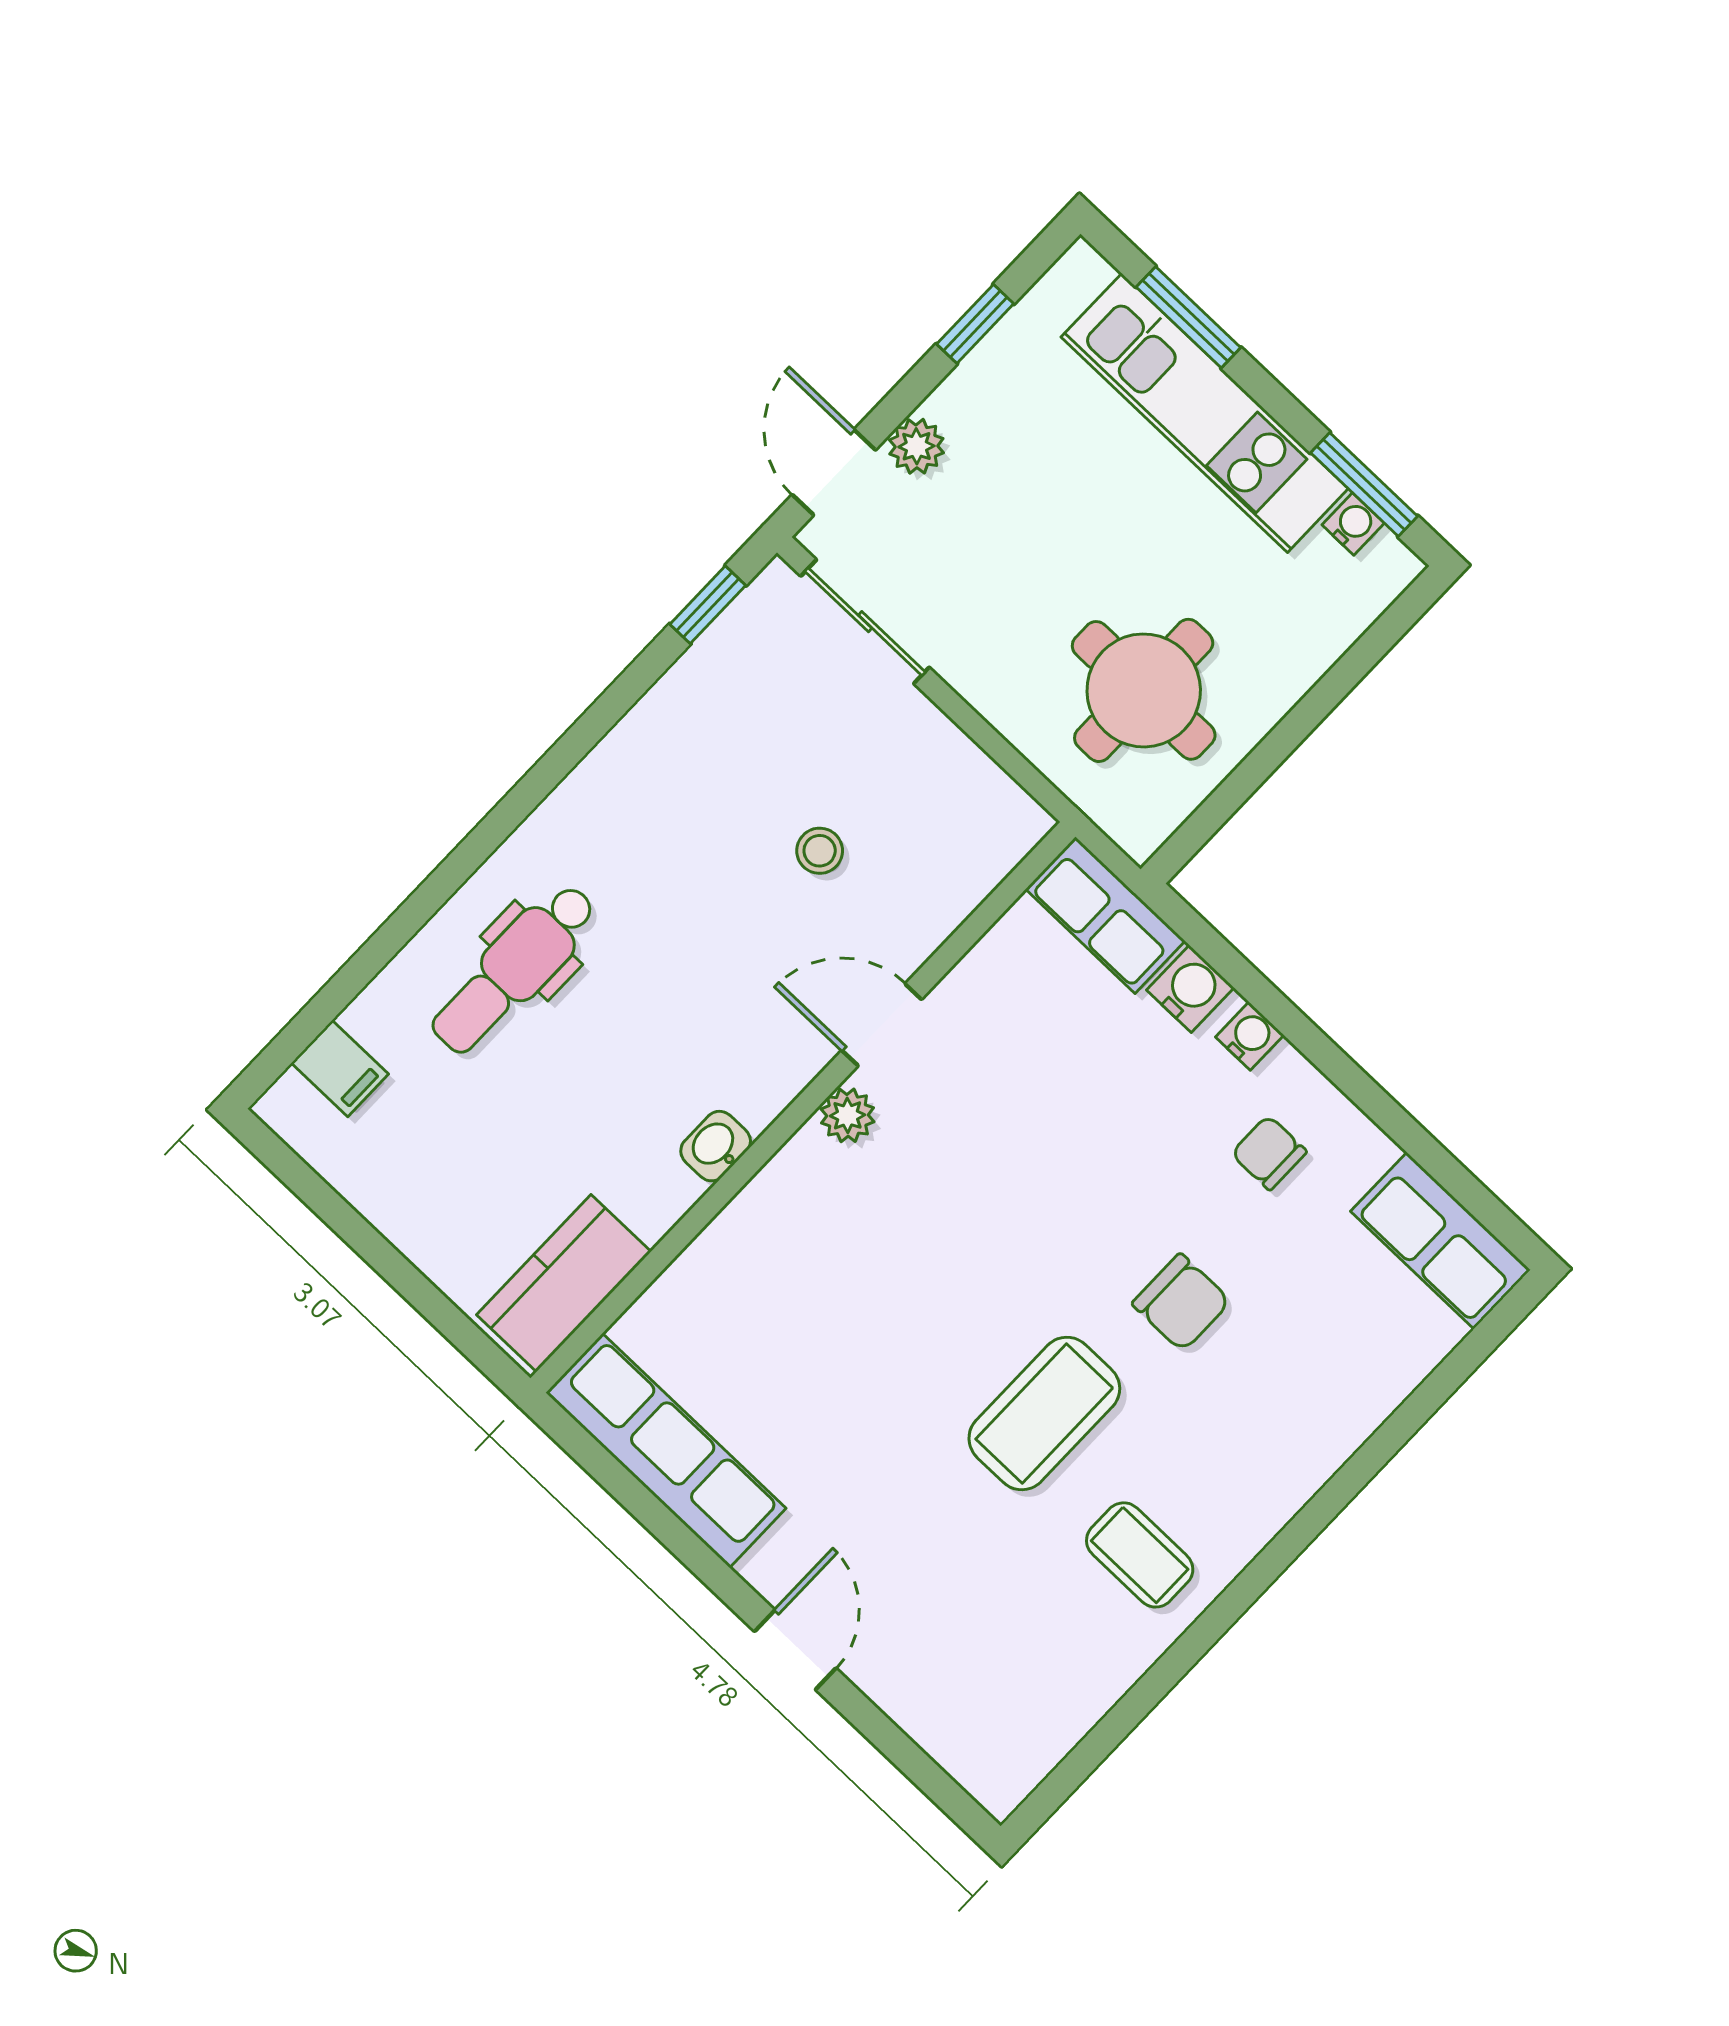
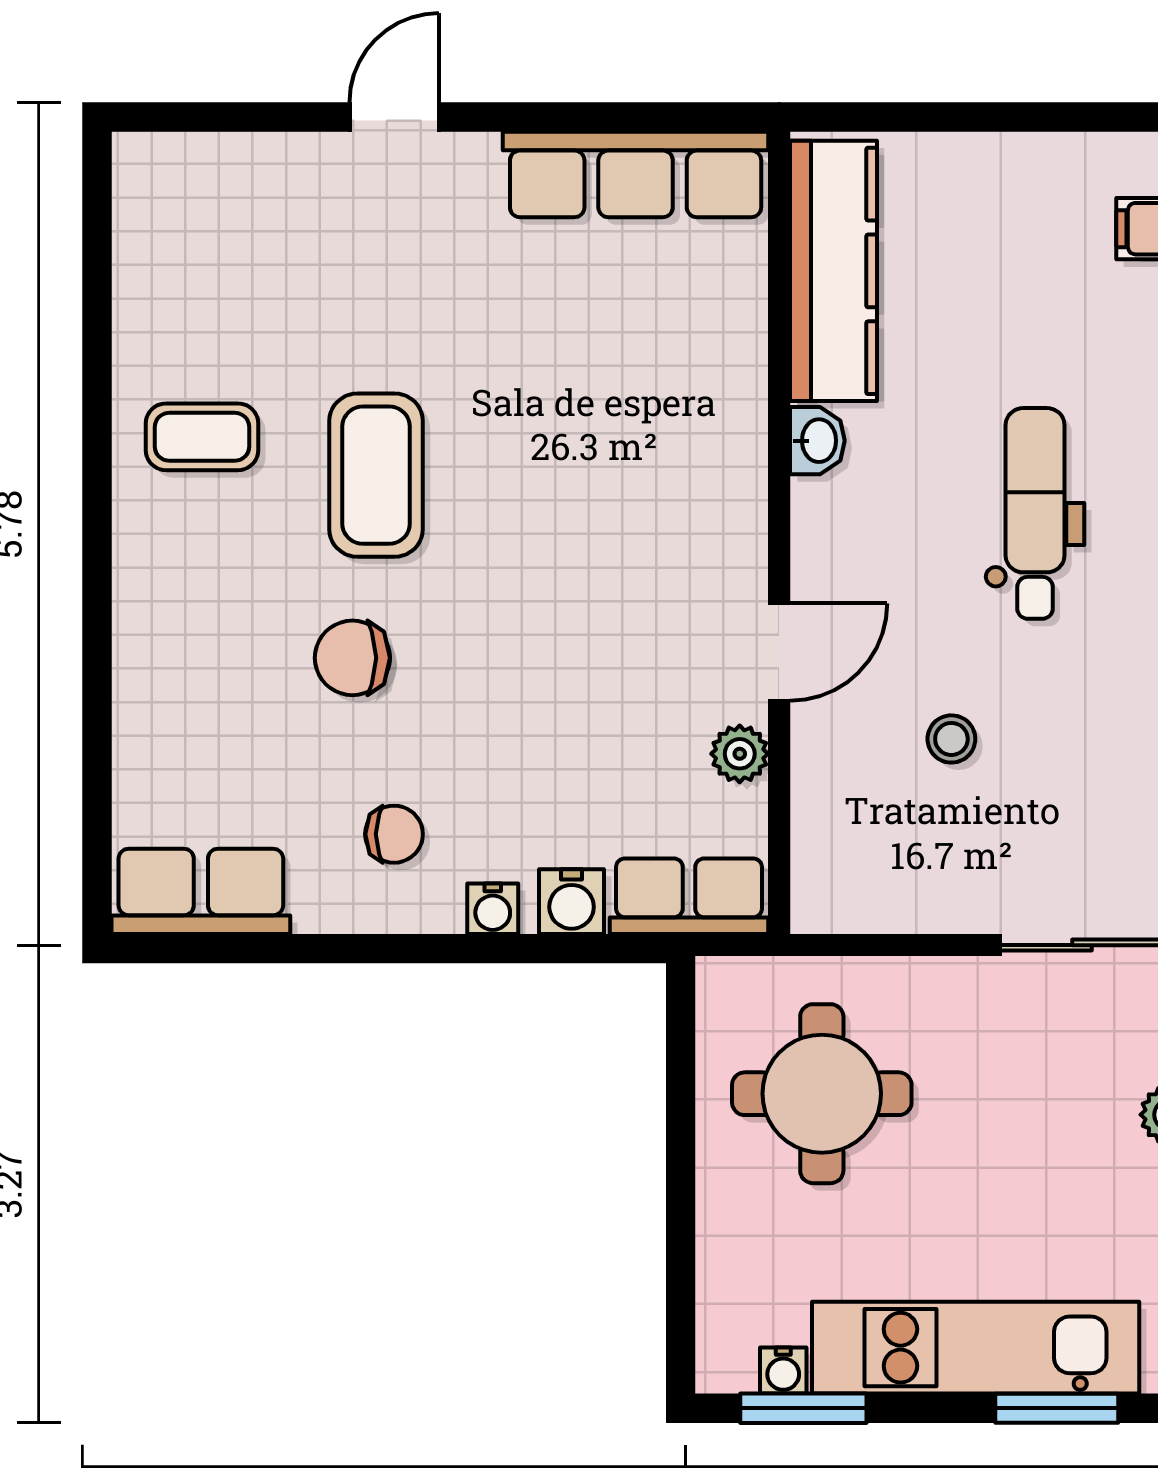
dental chair: (514, 969) -> (1035, 513), moved
plant: (848, 1115) -> (740, 754), moved
kitchen counter: (564, 1283) -> (833, 271), width x1.50
door: (795, 1650) -> (394, 117), swing flipped

